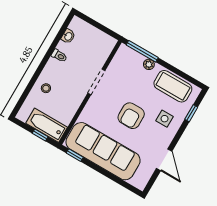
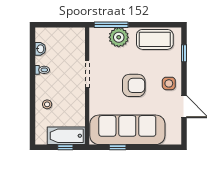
plant: (149, 64) -> (119, 37), width x1.87, depth x1.87
armchair: (131, 116) -> (134, 85), turned -90
side table: (165, 119) -> (169, 83), moved
window: (75, 155) -> (118, 147), moved

